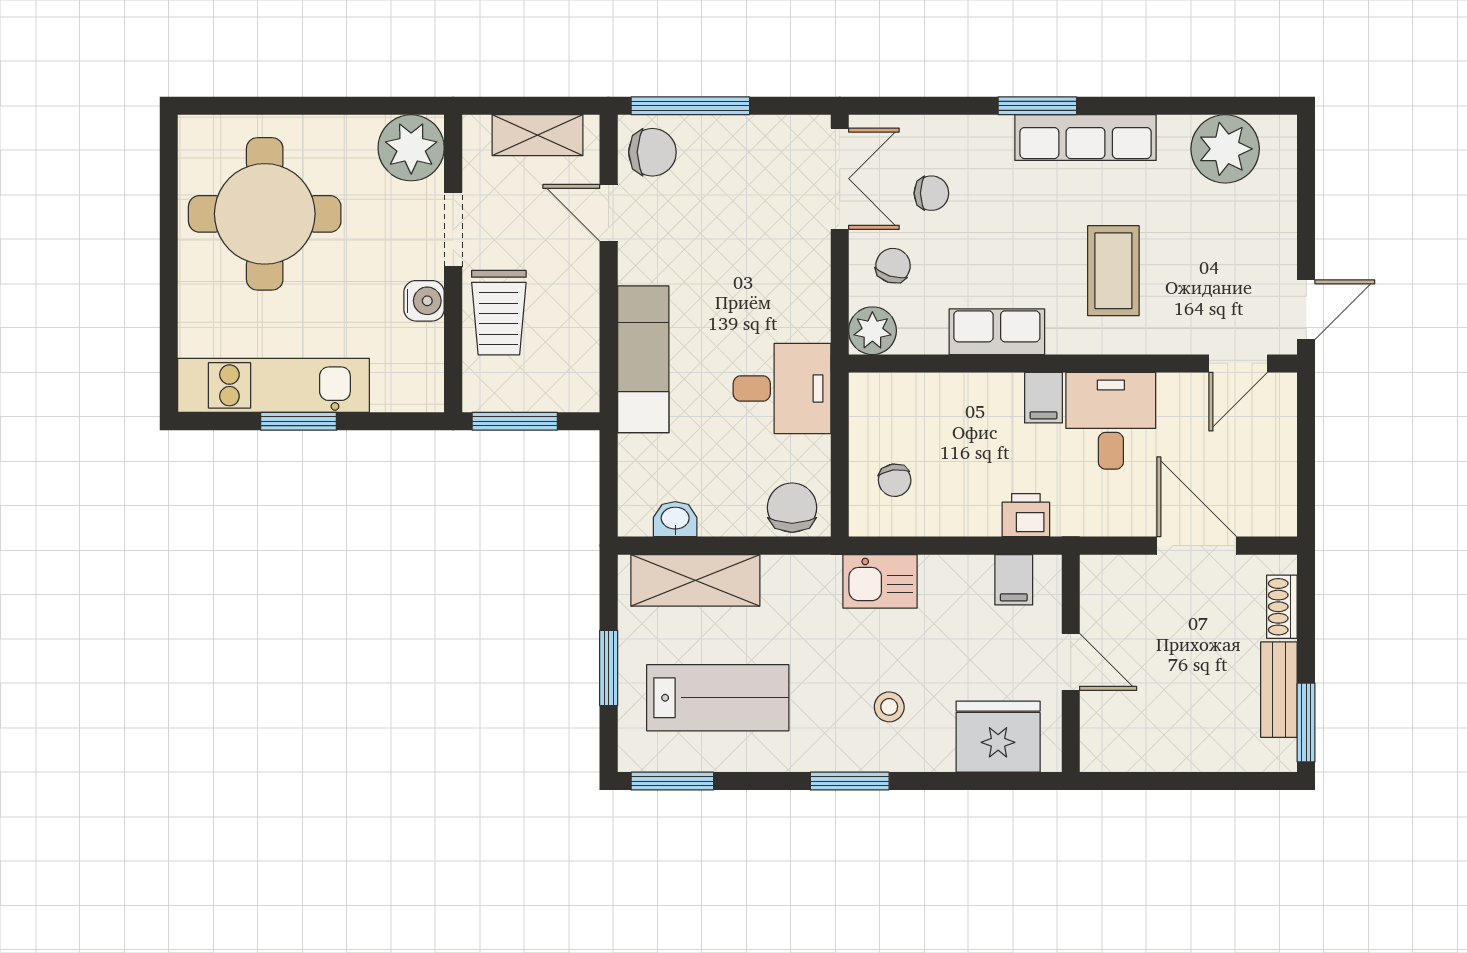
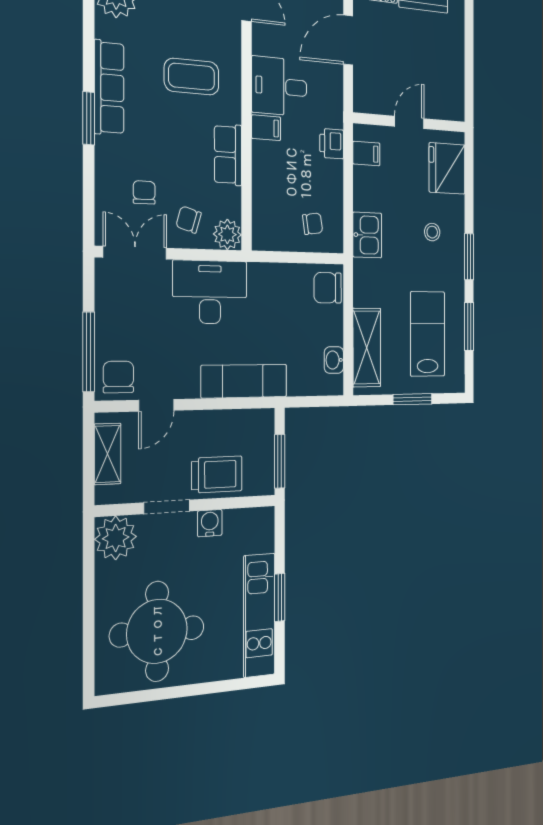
desk: (782, 389) -> (210, 292), moved, width x1.37
window: (672, 781) -> (469, 327), moved

